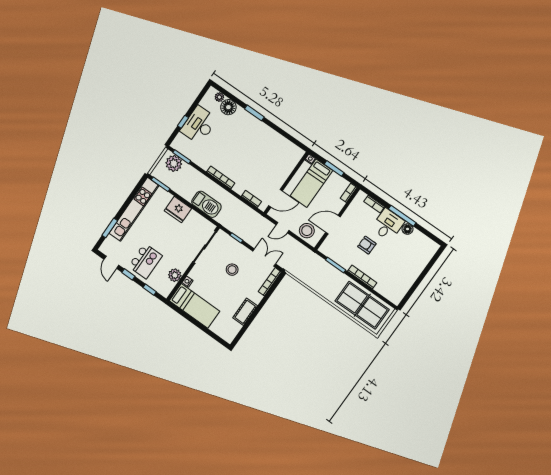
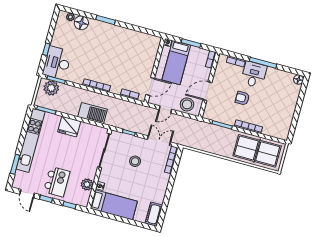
desk: (199, 125) -> (57, 63), moved
floor lamp: (408, 229) -> (298, 80), moved
cot: (245, 312) -> (154, 214), moved

